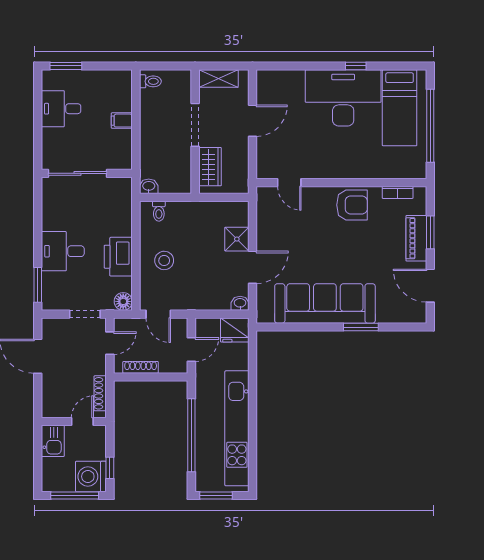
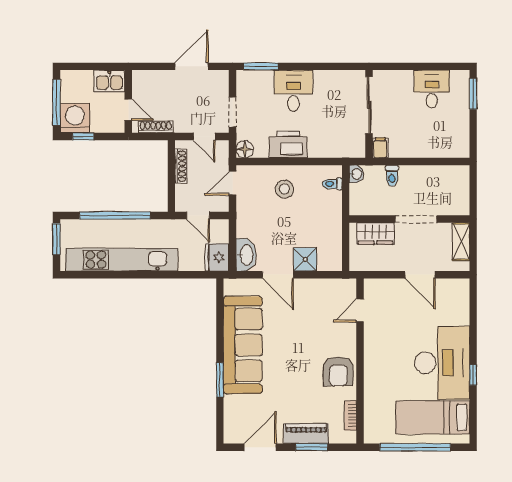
toilet: (150, 81) -> (392, 176), moved
filing cabinet: (122, 121) -> (380, 148), moved
washbasin: (240, 303) -> (246, 255), width x1.91, depth x1.45

